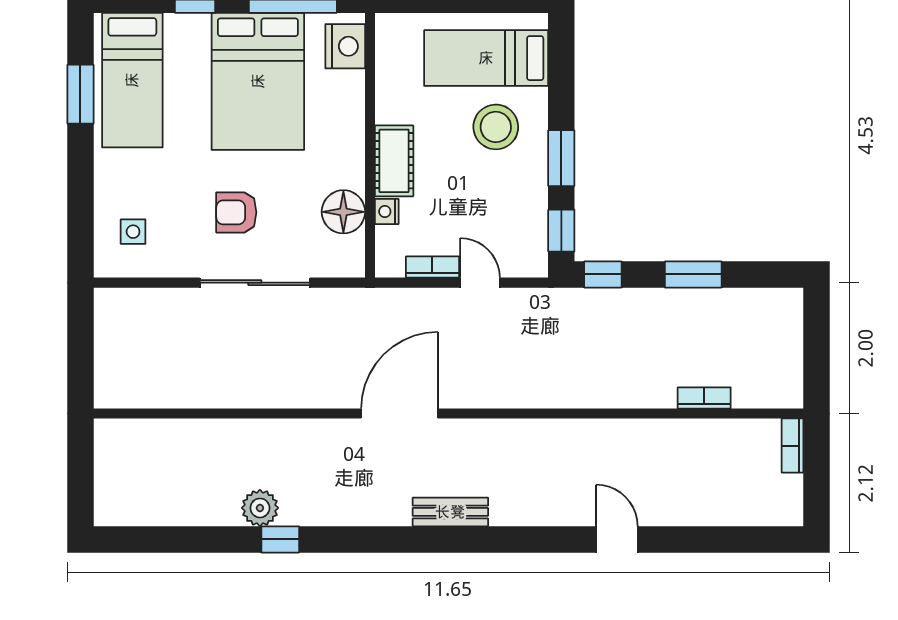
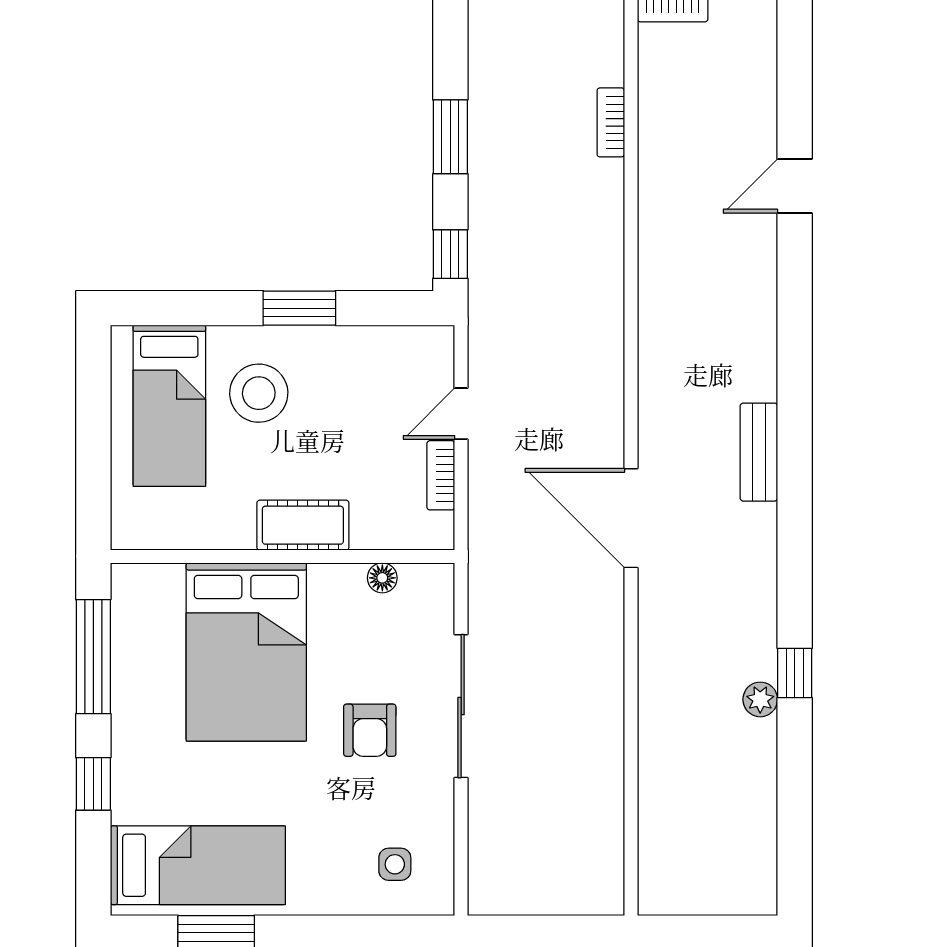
nightstand: (345, 46) -> (154, 589), removed
bed: (258, 81) -> (246, 652), moved, turned 90
floor lamp: (343, 212) -> (382, 578), width x0.53, depth x0.53
nightstand: (387, 212) -> (369, 535), removed
window: (561, 231) -> (393, 308), removed
plant: (260, 508) -> (760, 699), width x0.73, depth x0.73
door: (617, 539) -> (795, 186), moved

